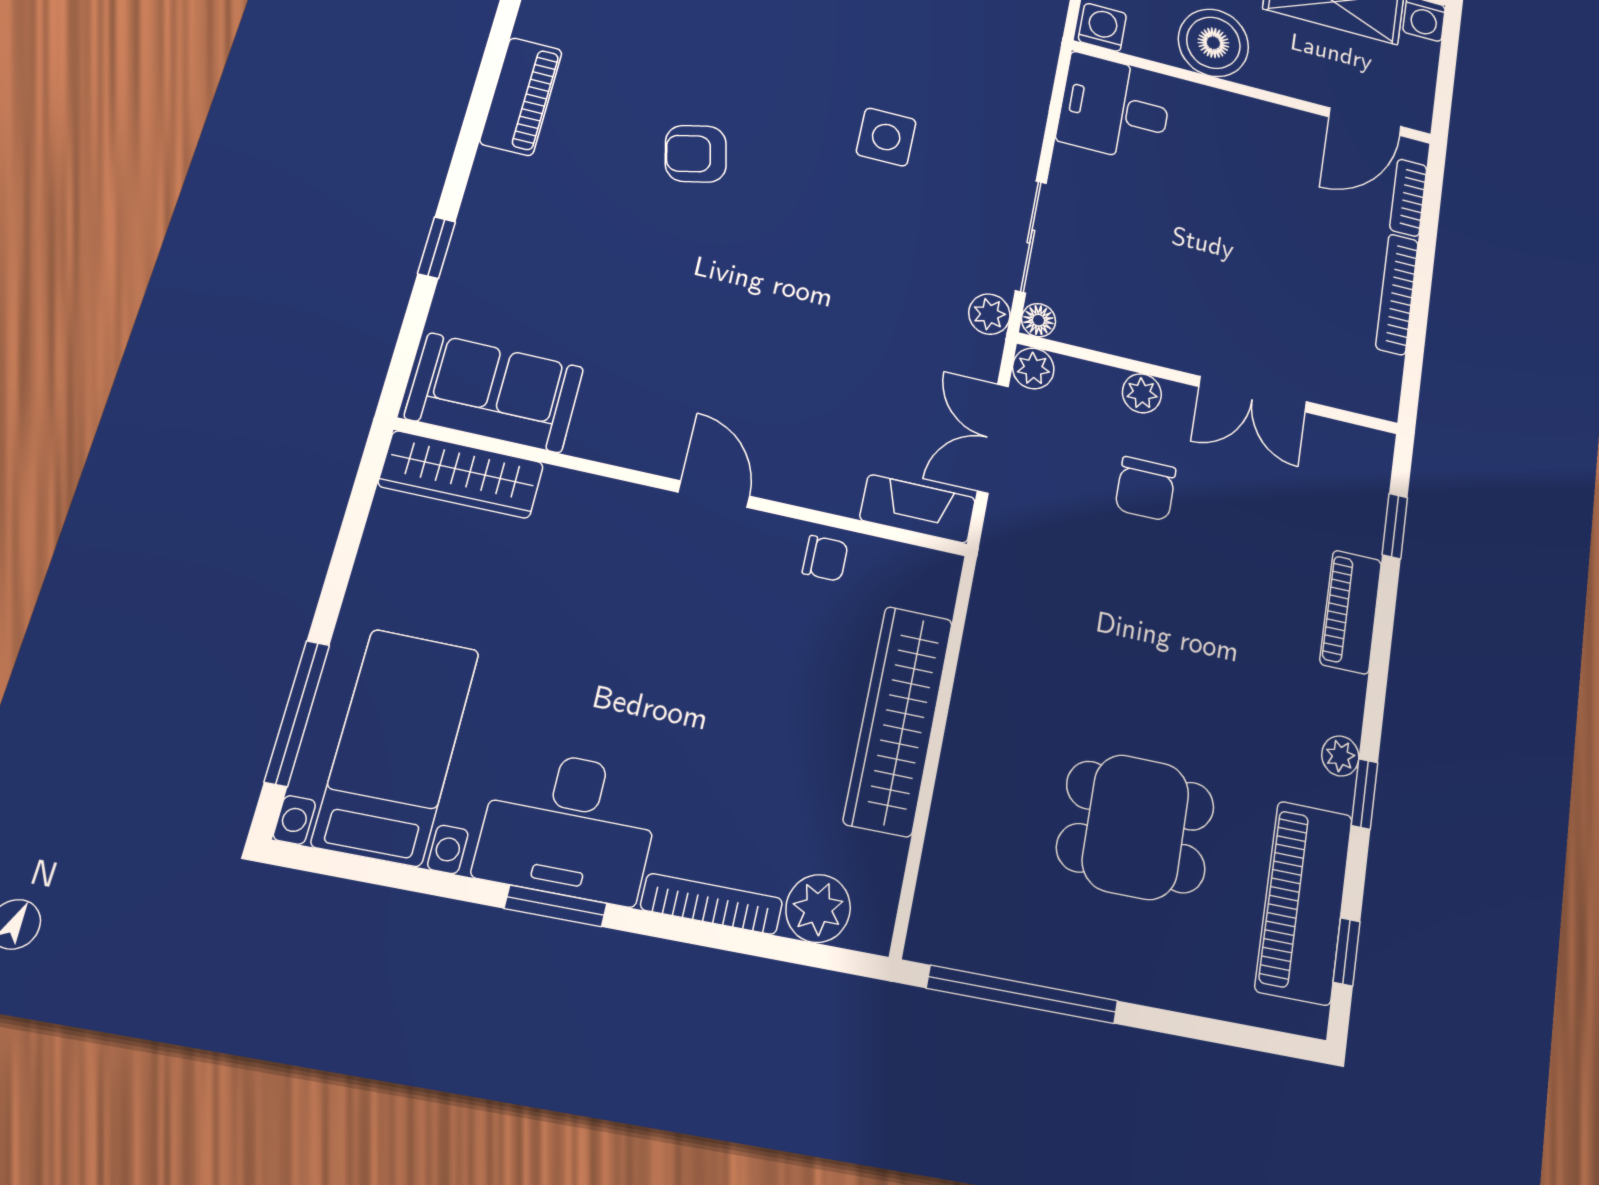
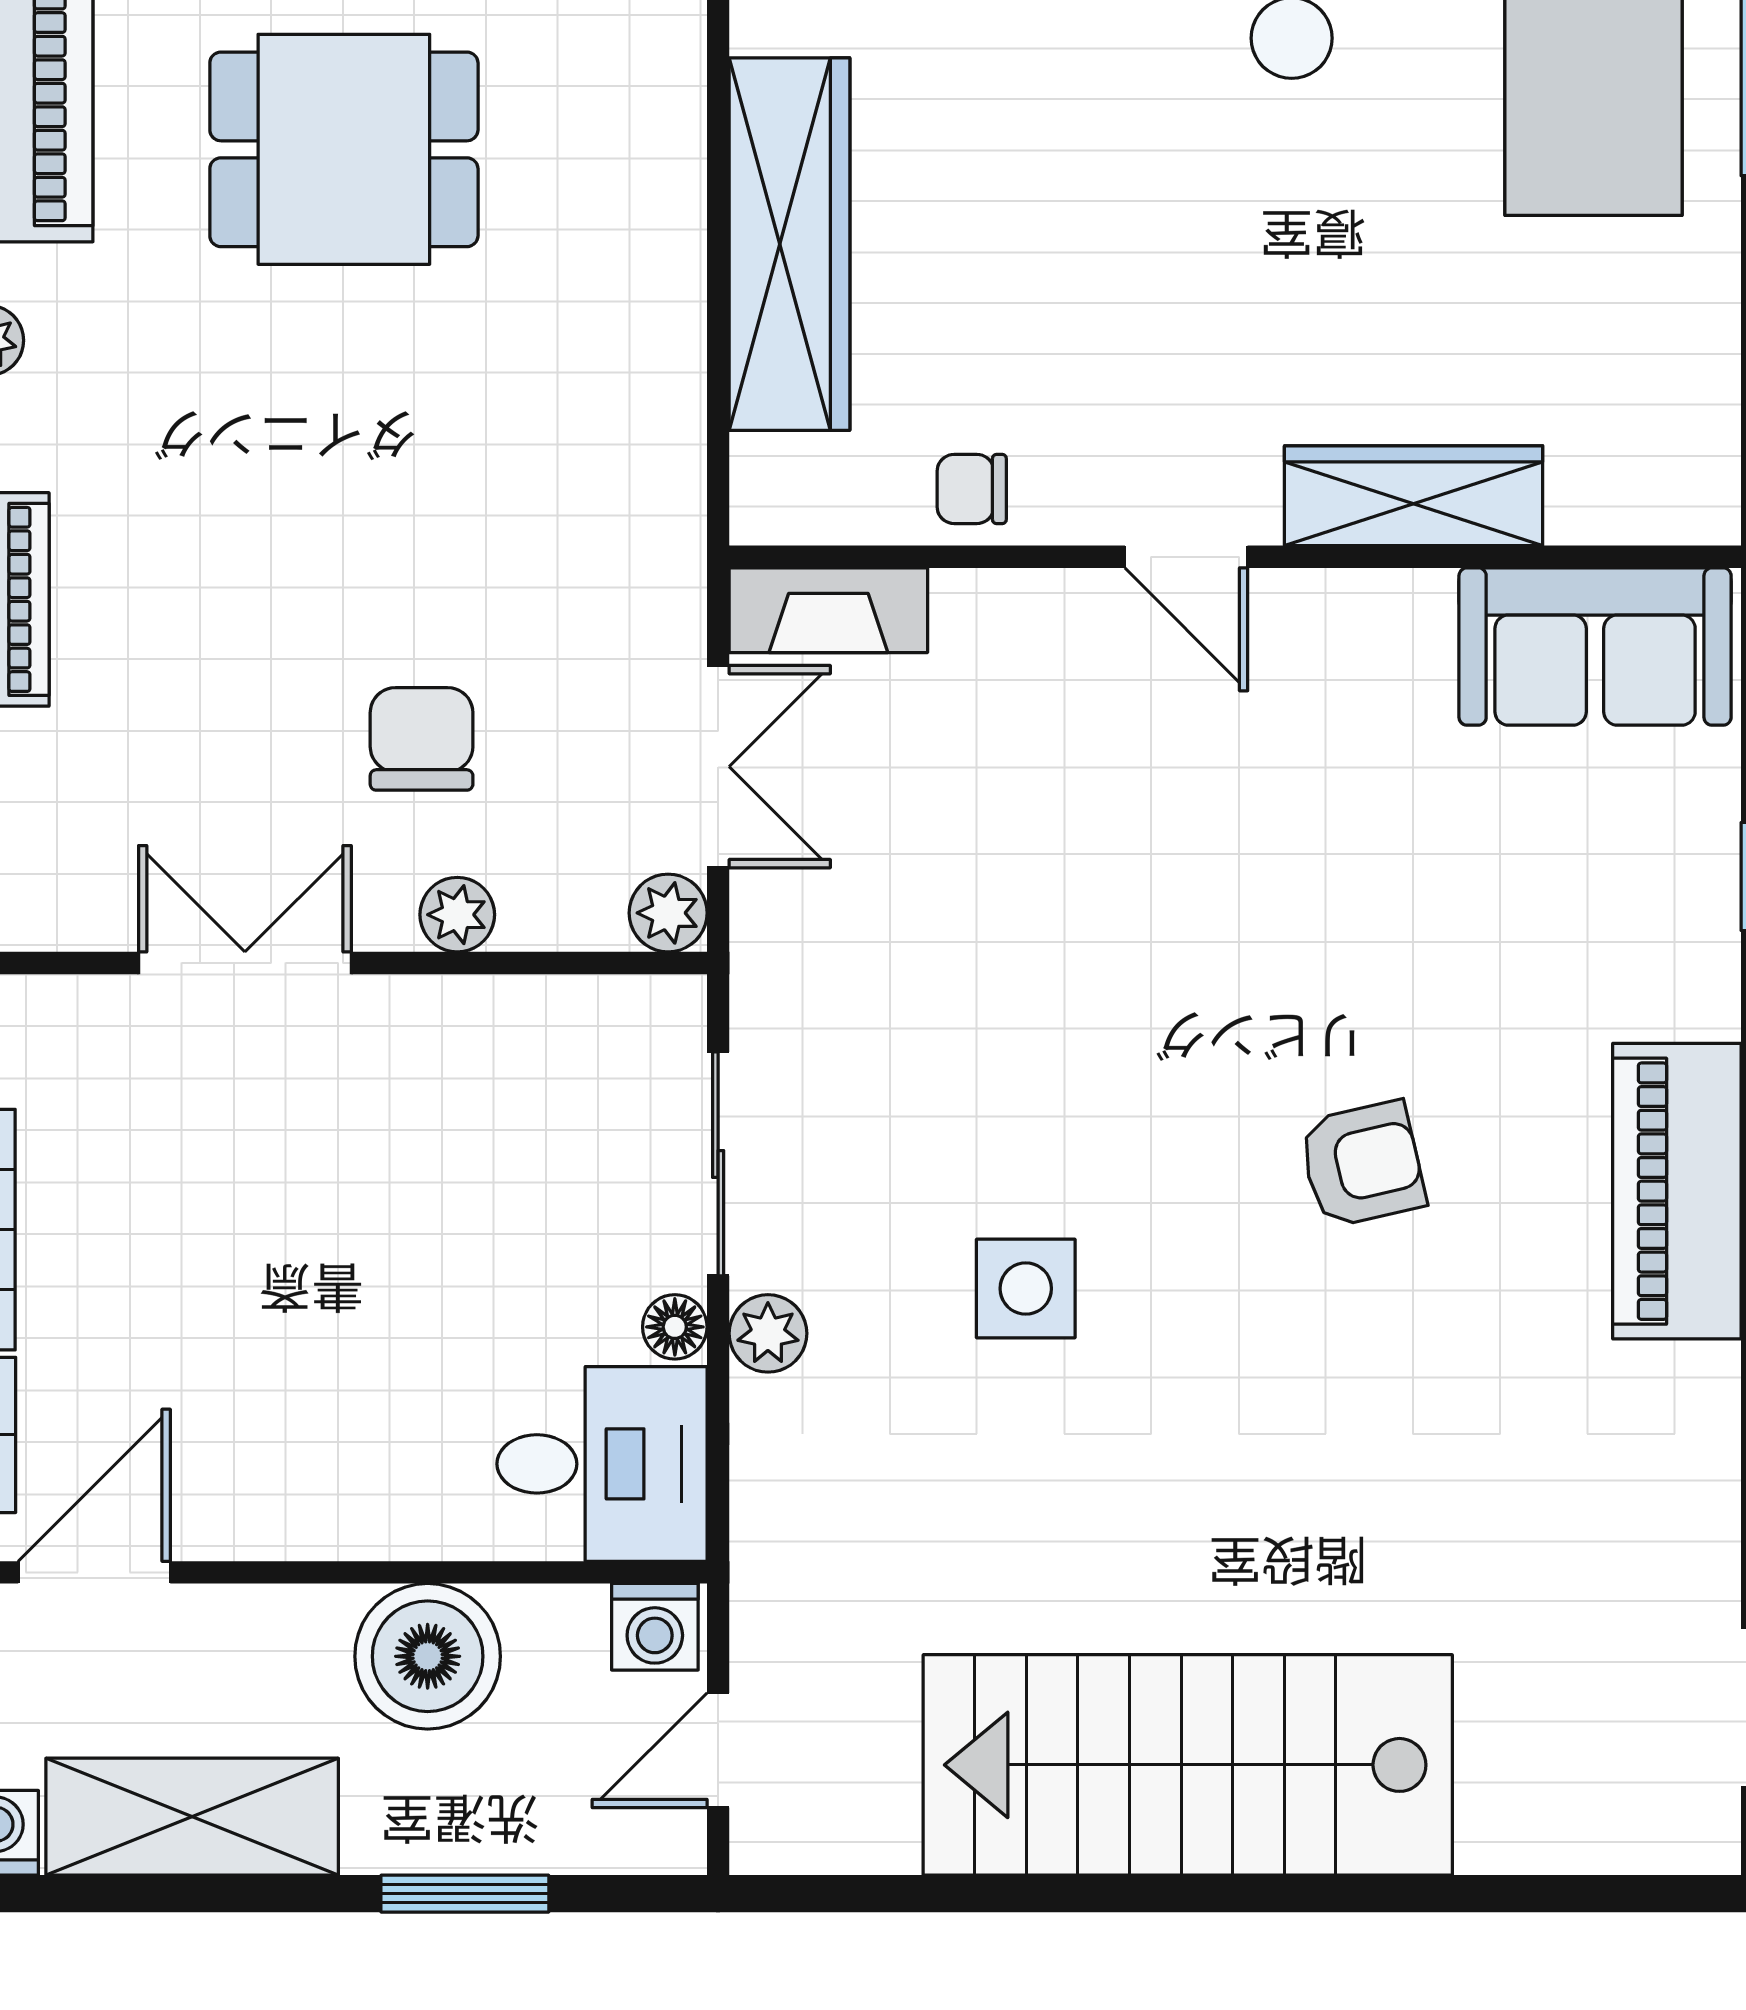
piano: (521, 96) -> (1677, 1191), width x1.37, depth x1.33
plant: (989, 314) -> (768, 1333), moved
floor lamp: (1038, 320) -> (675, 1327), moved
wardrobe: (461, 475) -> (1414, 496), moved

